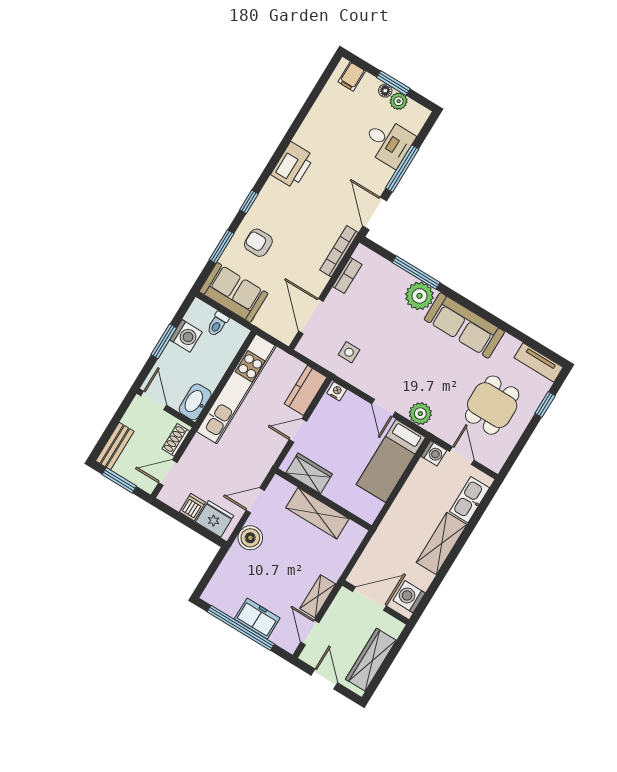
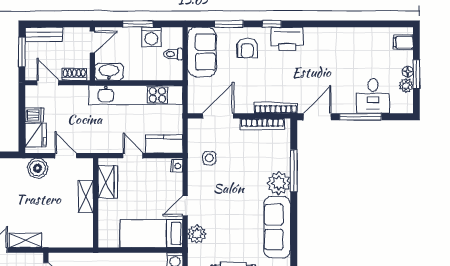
printer: (293, 165) -> (287, 39), moved
armchair: (258, 243) -> (247, 48), turned 180
bookcase: (347, 275) -> (262, 124), width x1.56
shelving: (317, 513) -> (86, 196), width x0.67, depth x0.75

